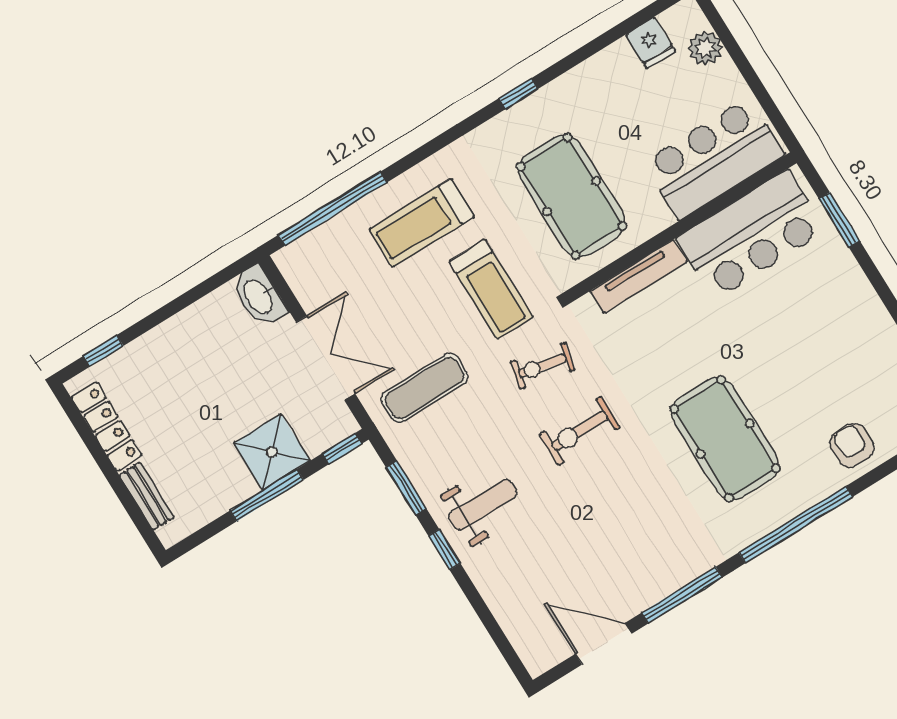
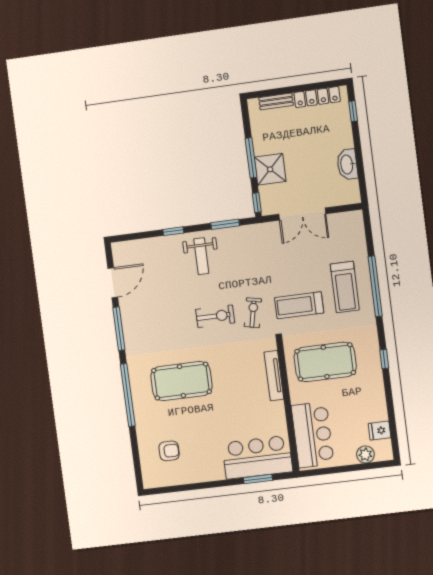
window: (333, 209) -> (375, 286), moved
treadmill: (422, 223) -> (345, 287), turned 180
bar counter: (751, 234) -> (257, 457), moved, turned 90
washbasin: (259, 296) -> (347, 164), moved, turned -90
exercise mat: (424, 388) -> (268, 254), removed
exercise bike: (580, 431) -> (215, 316), turned 90
armchair: (852, 445) -> (169, 451), moved
window: (444, 550) -> (173, 231), moved

